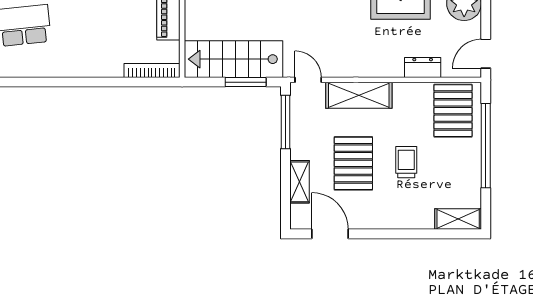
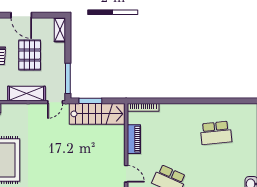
door: (308, 80) -> (55, 102), hinge flipped
shelving: (300, 182) -> (60, 30), moved
door: (330, 234) -> (21, 15), moved

